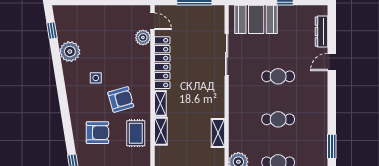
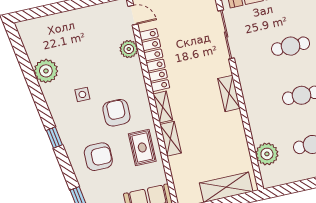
window: (52, 31) -> (54, 138), moved
plant: (143, 38) -> (129, 49), moved
armchair: (121, 99) -> (116, 113), turned -74
shelving: (218, 133) -> (229, 93), moved

